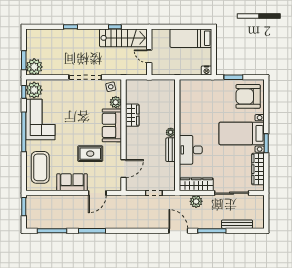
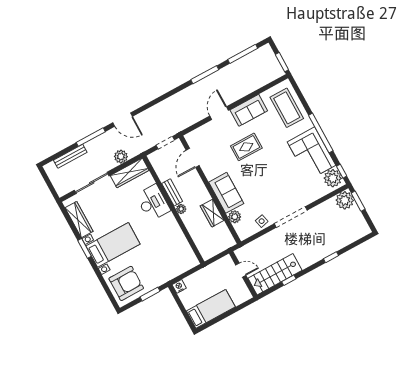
plant: (116, 102) -> (235, 217), moved
wardrobe: (132, 115) -> (212, 213), moved
sofa: (112, 125) -> (226, 193), moved
wall: (124, 135) -> (210, 190), moved
door: (124, 169) -> (193, 158), moved

